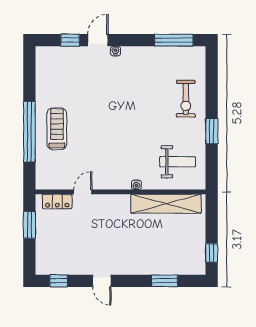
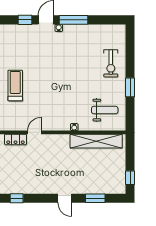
window: (174, 40) -> (74, 20), moved
door: (102, 281) -> (65, 198), moved

